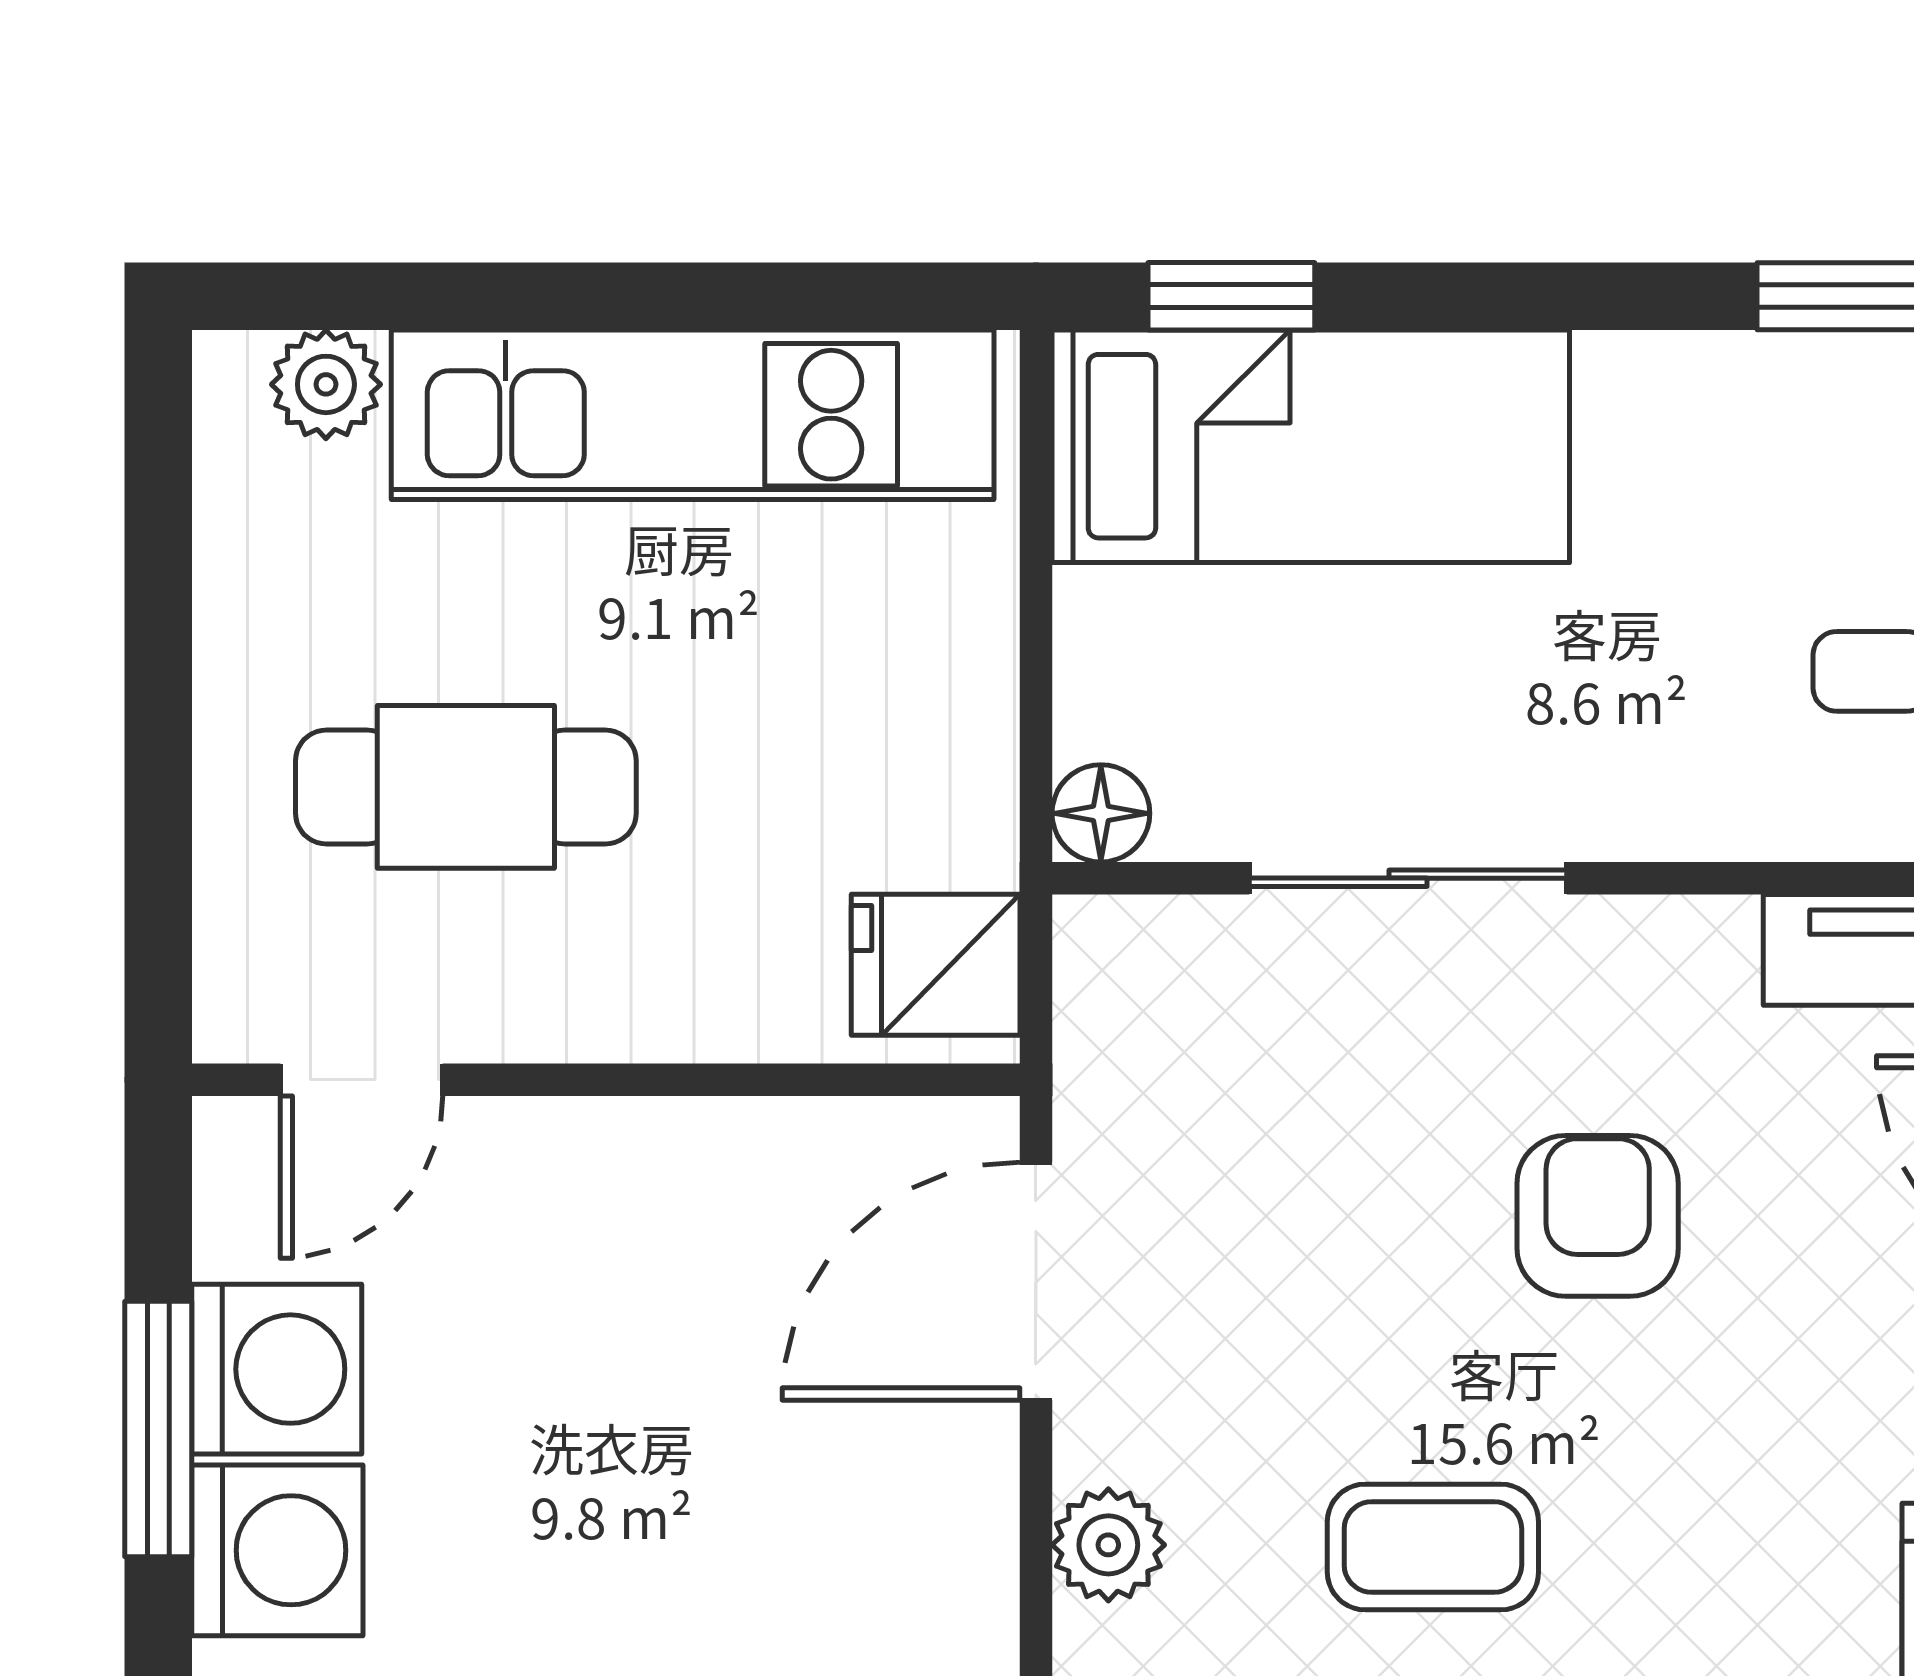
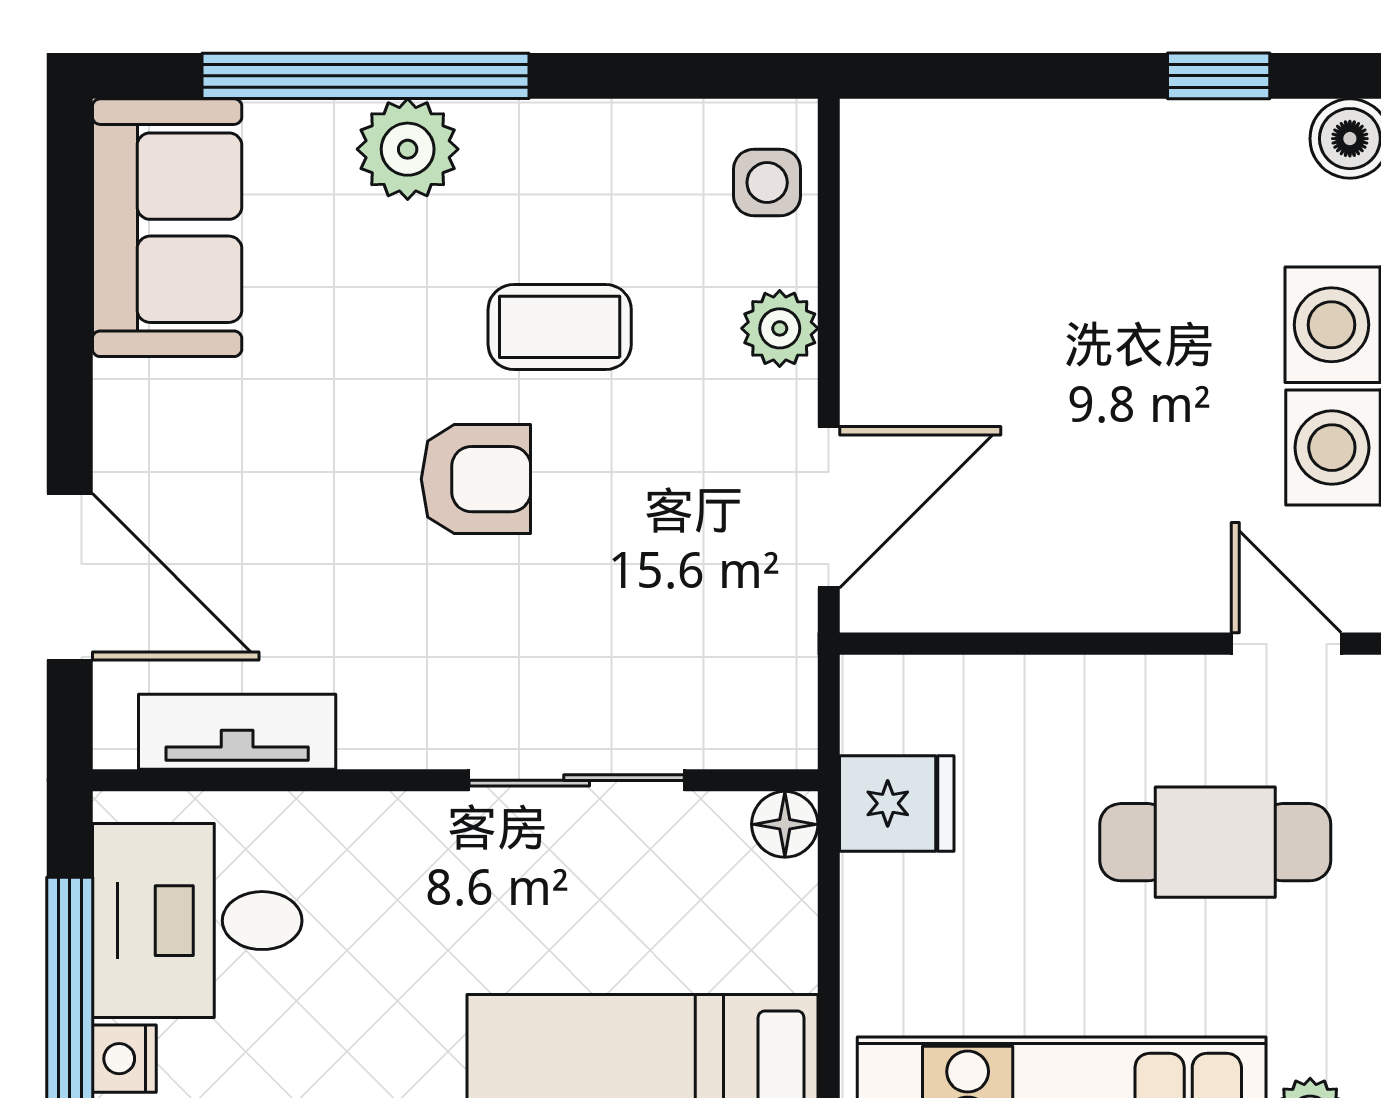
fridge: (936, 965) -> (897, 803), moved
door: (361, 1080) -> (1286, 644), hinge flipped
armchair: (1598, 1216) -> (476, 479), moved, turned -90

